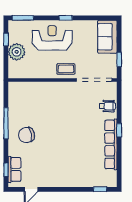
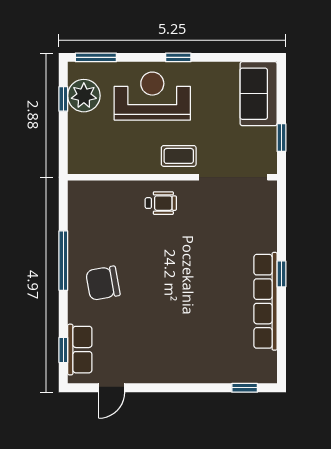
plant: (17, 52) -> (84, 96), moved
wheelchair: (107, 106) -> (161, 203), moved

